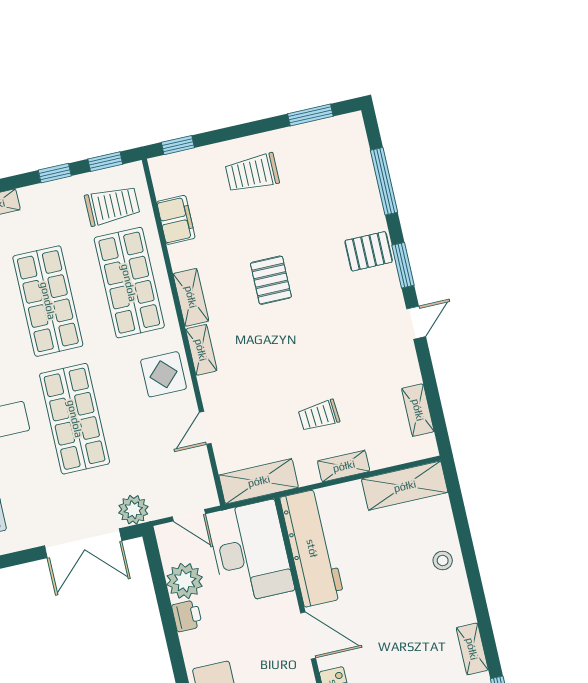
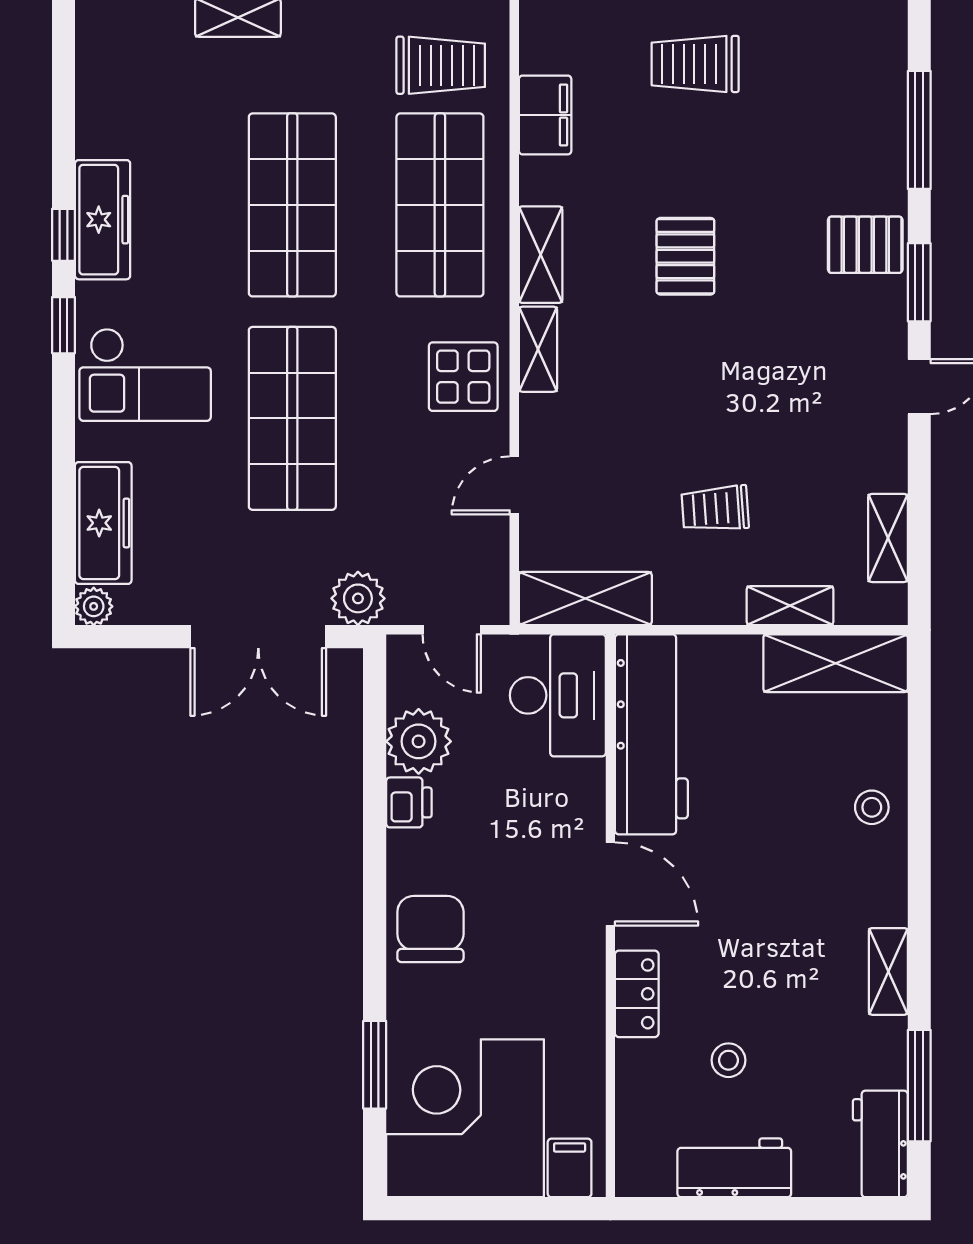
shelving: (344, 466) -> (790, 606), moved
desk: (250, 552) -> (558, 695), width x0.73, depth x0.77

